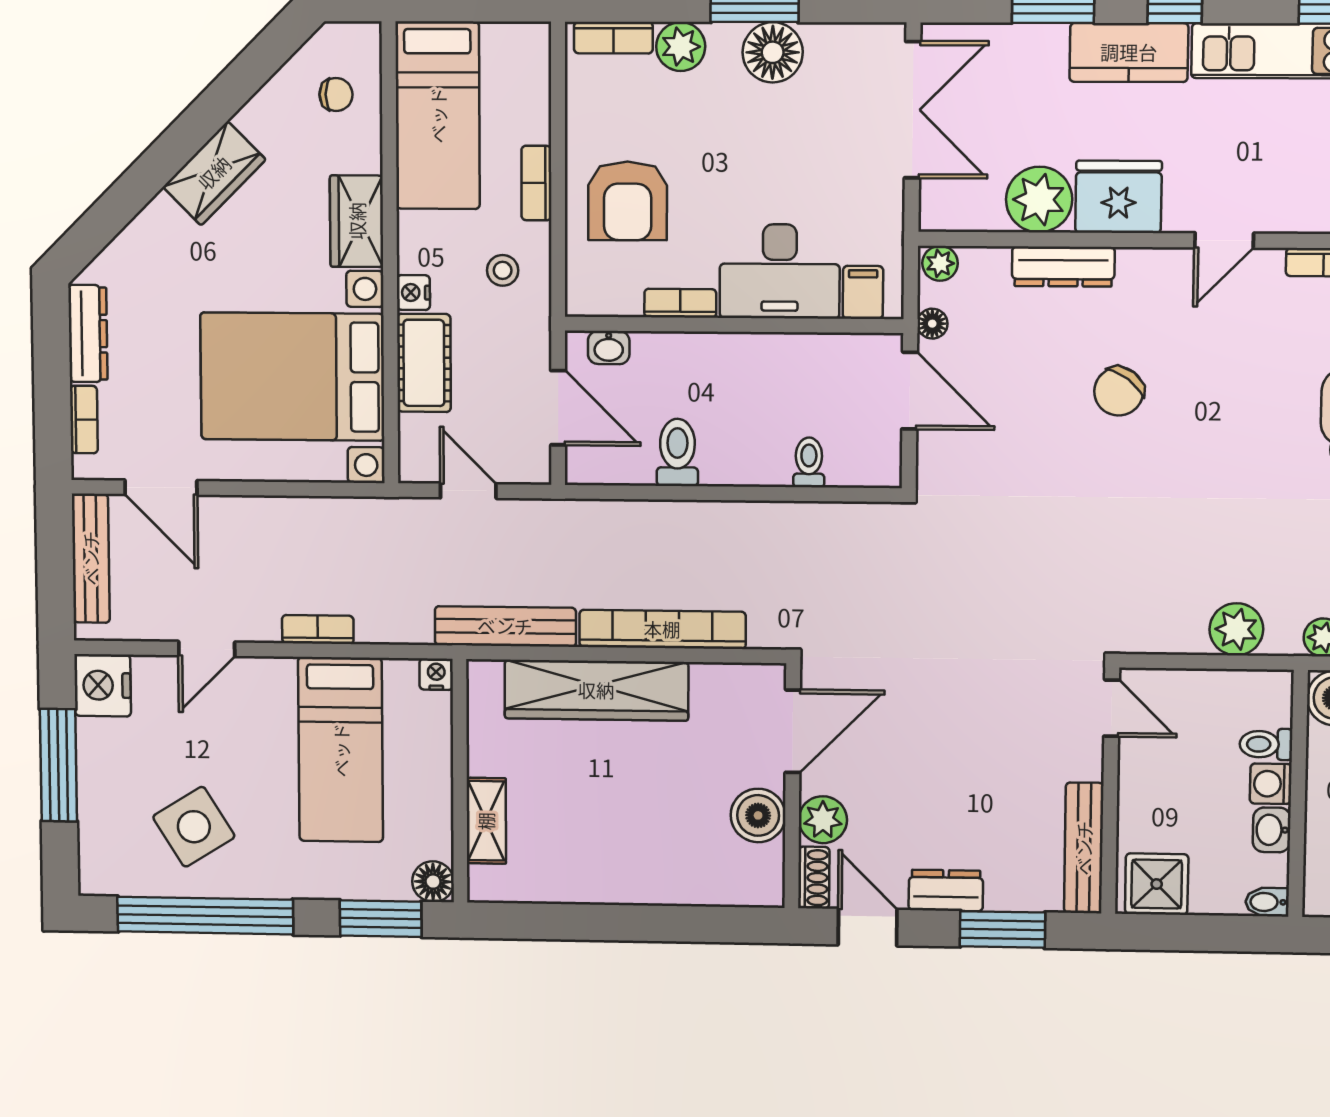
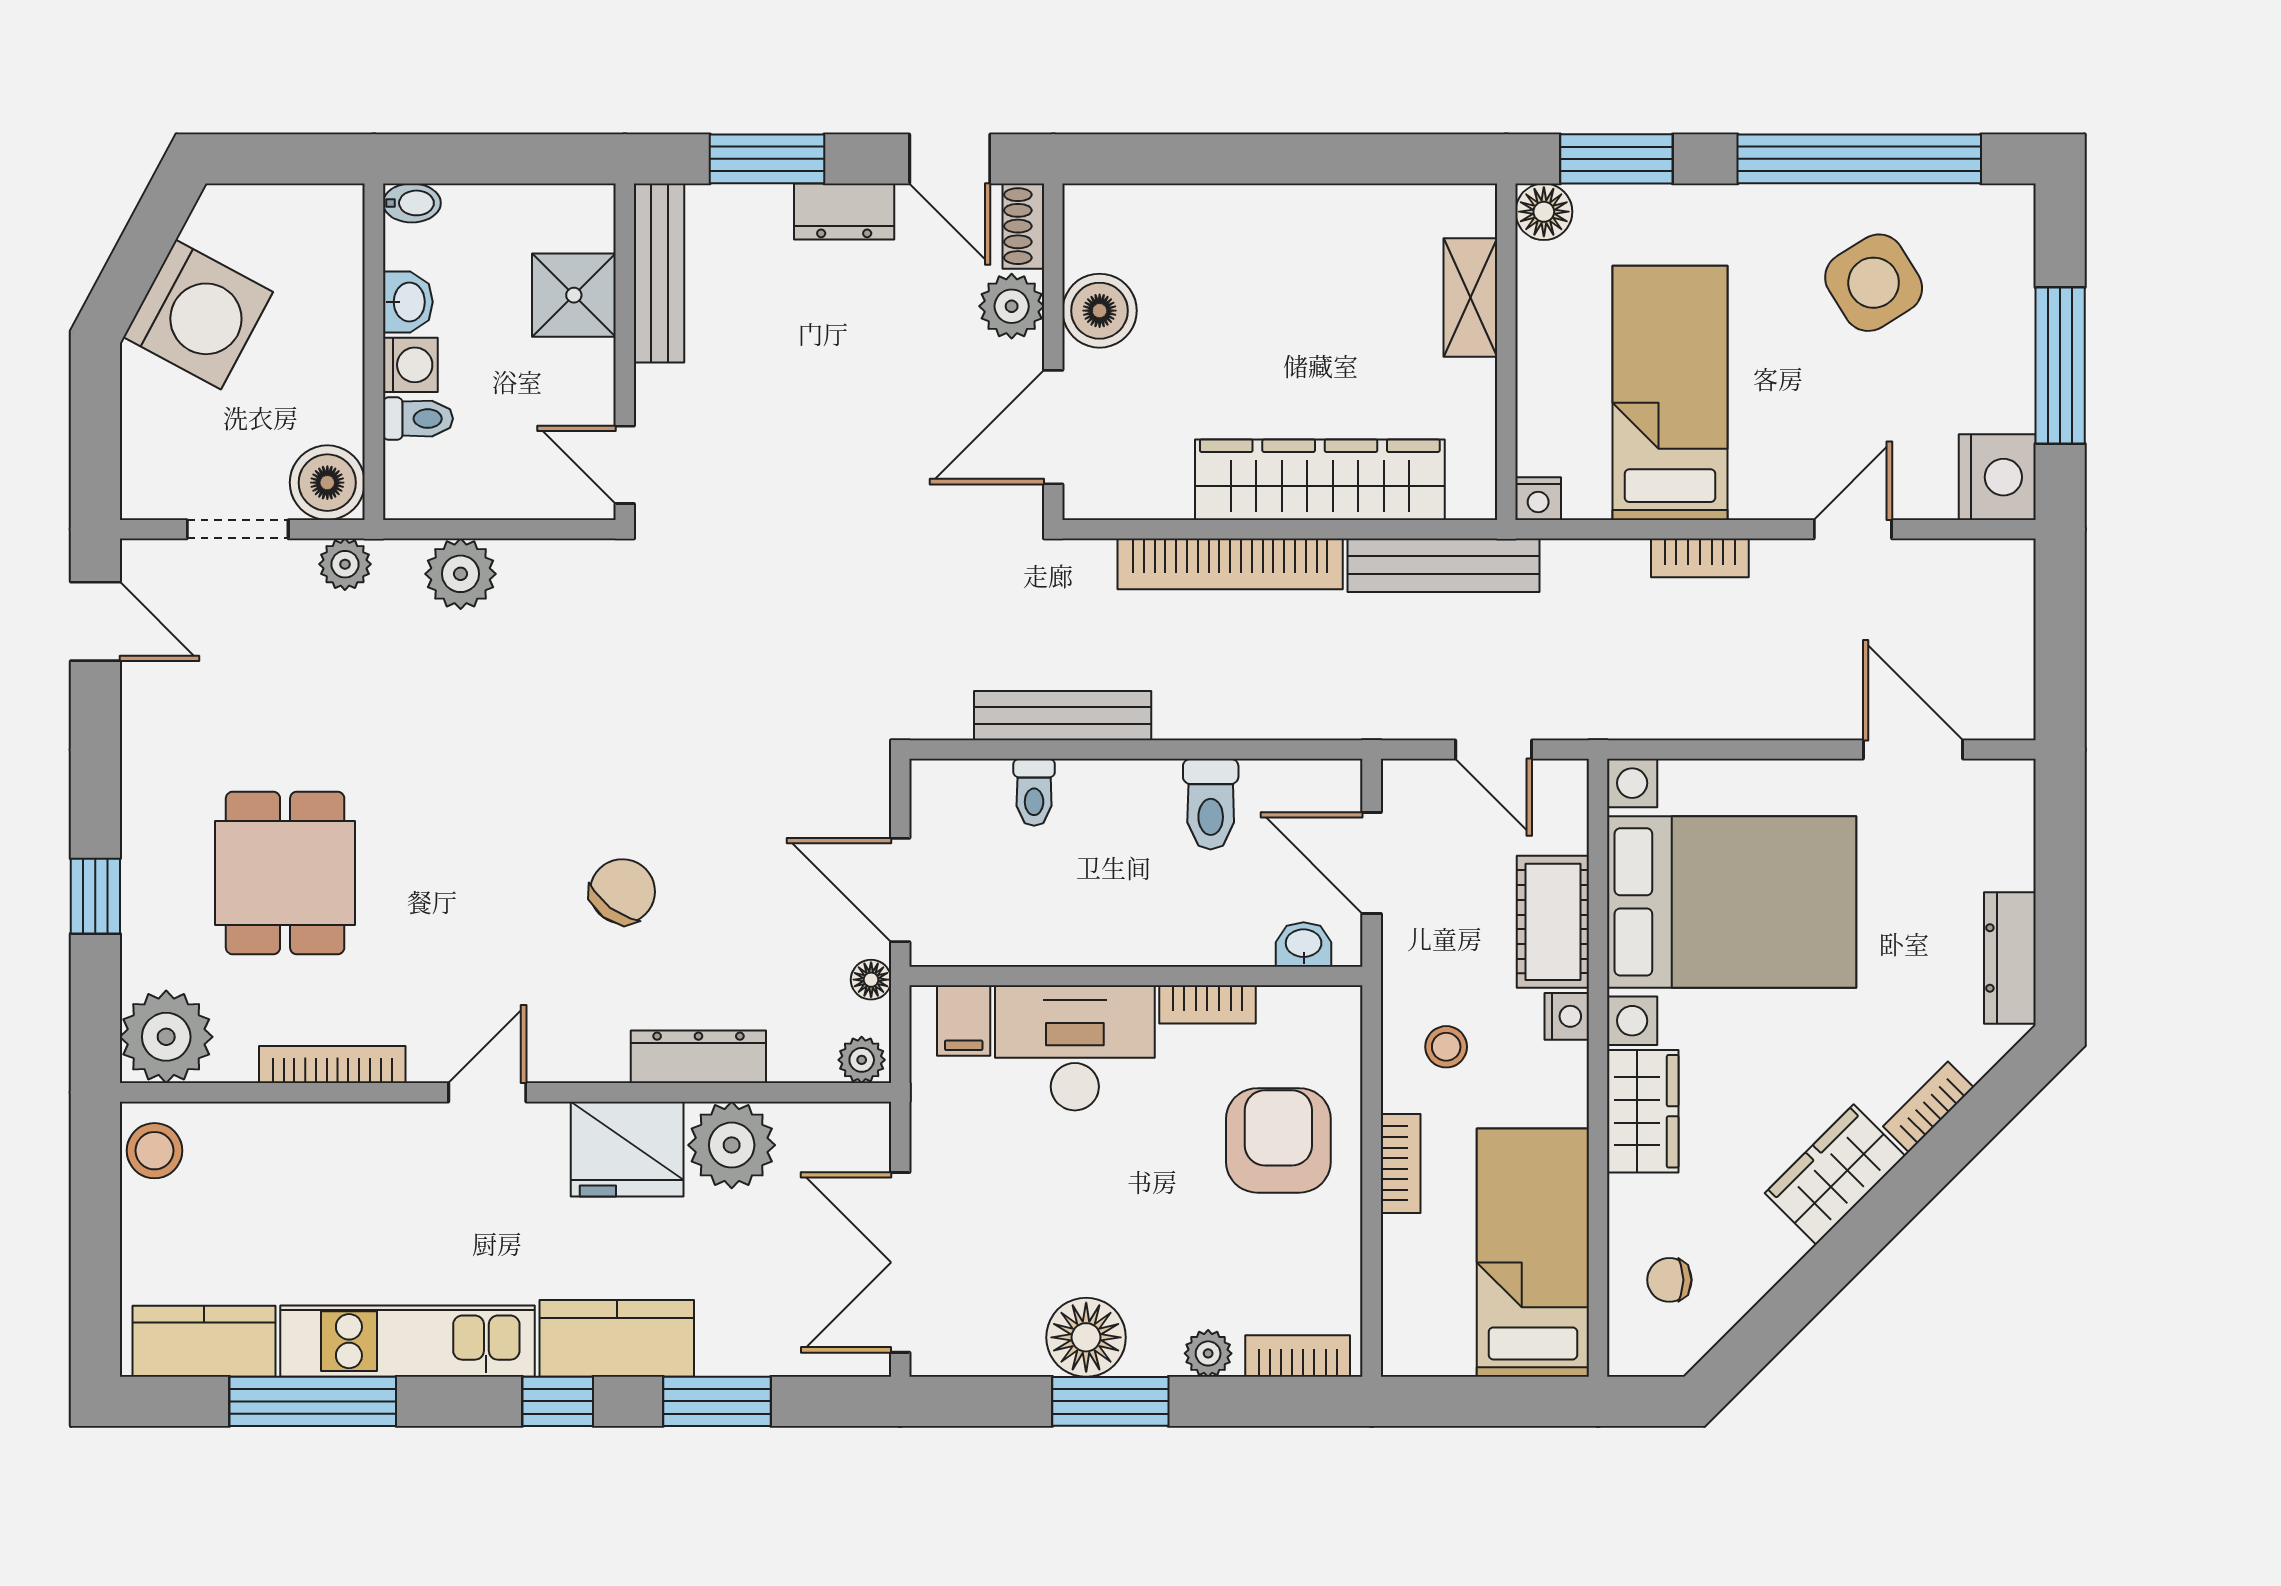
plant: (681, 47) -> (1208, 1353), width x0.73, depth x0.73
bookcase: (84, 419) -> (1928, 1107), moved, turned 45
bench: (91, 558) -> (1063, 716), moved, turned 90
shower: (1157, 884) -> (574, 295), moved

